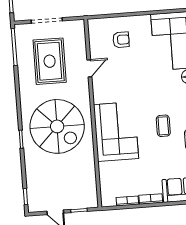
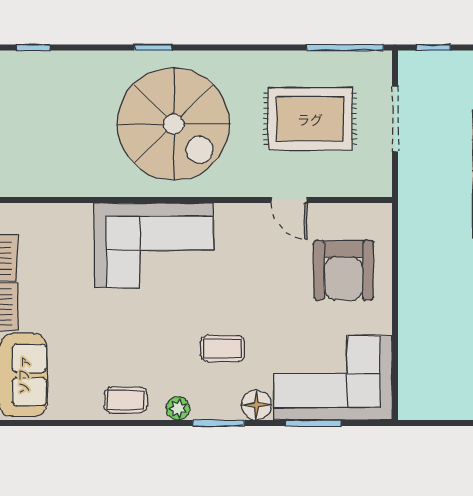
armchair: (121, 40) -> (344, 270), width x1.88, depth x1.88
spiral stairs: (57, 126) -> (174, 124), turned -90
coffee table: (163, 126) -> (223, 349), moved

